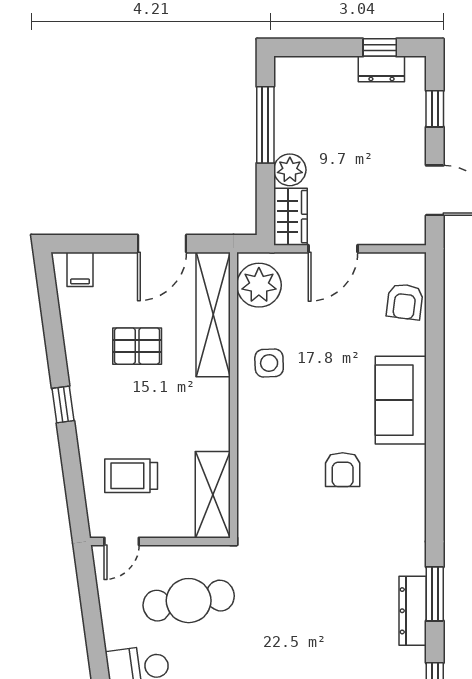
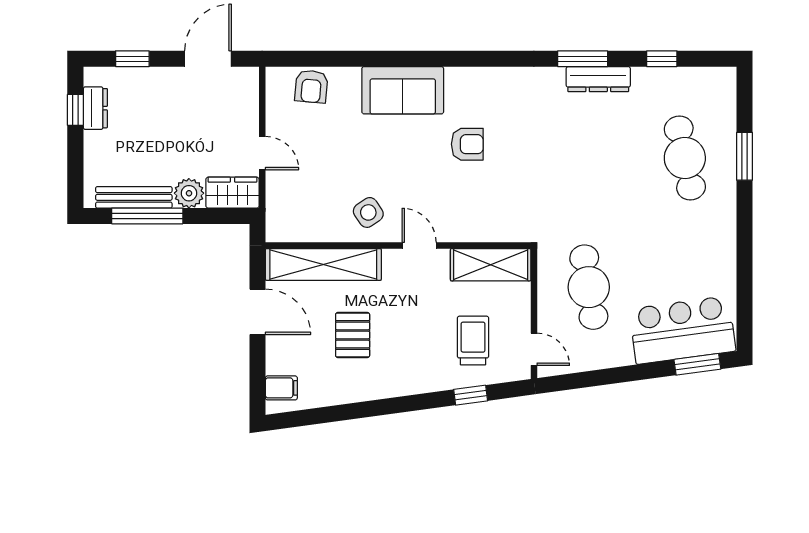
bench: (285, 110) -> (134, 197), added
door: (333, 249) -> (262, 153), width x0.73
plant: (259, 285) -> (296, 222), removed
armchair: (405, 302) -> (311, 86), turned 88
side table: (269, 363) -> (368, 212), turned -32
window: (63, 405) -> (471, 395), moved
door: (233, 418) -> (419, 245), added
trolley: (131, 476) -> (473, 340), turned 180

